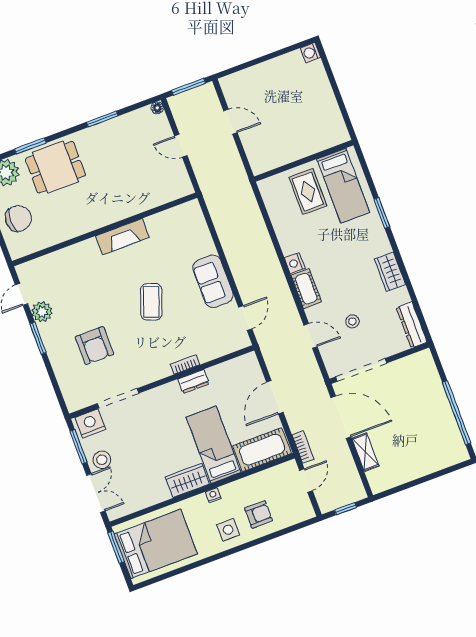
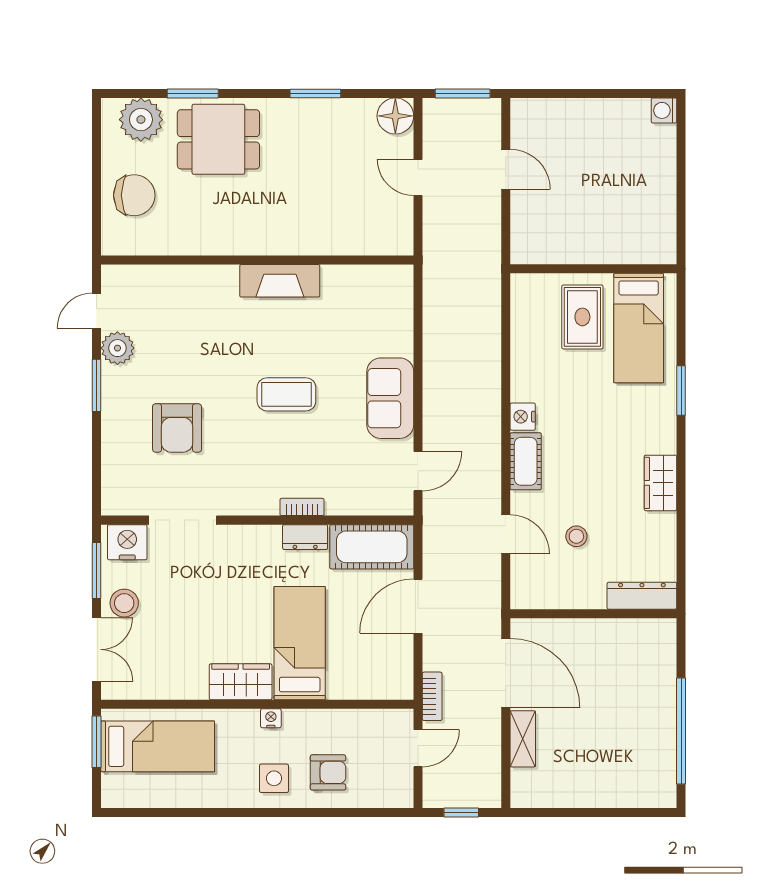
floor lamp: (157, 108) -> (395, 116), width x1.89, depth x1.89
coffee table: (151, 302) -> (286, 394), turned 70
dresser: (412, 325) -> (642, 596), moved, turned 90
doorway: (361, 370) -> (563, 614), removed
cot: (262, 450) -> (372, 547), moved
bed: (156, 544) -> (158, 746), width x0.67

